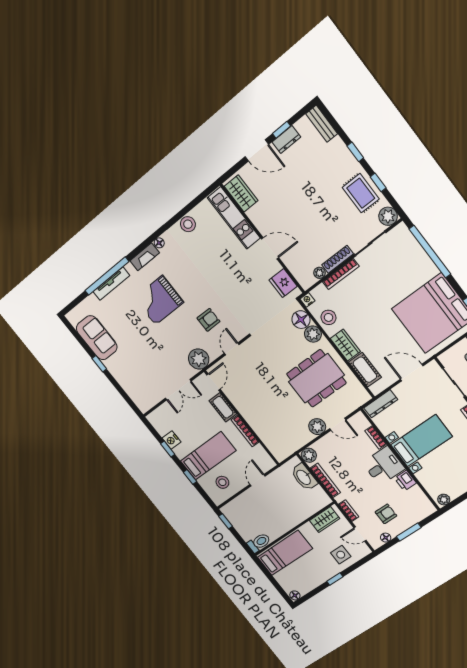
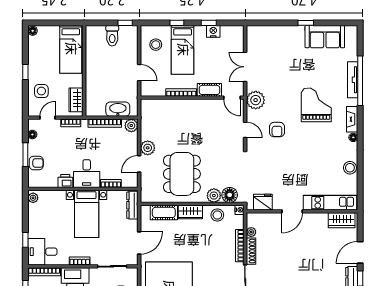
armchair: (386, 514) -> (36, 163), moved, turned -90
toilet: (259, 543) -> (112, 36), moved

